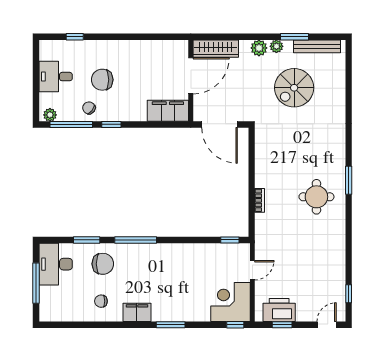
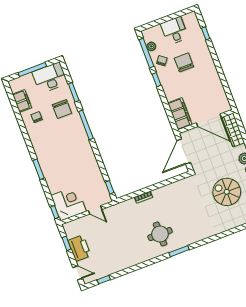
plant: (50, 115) -> (151, 46), moved
printer: (279, 310) -> (79, 248), moved
filing cabinet: (137, 312) -> (22, 101), moved

